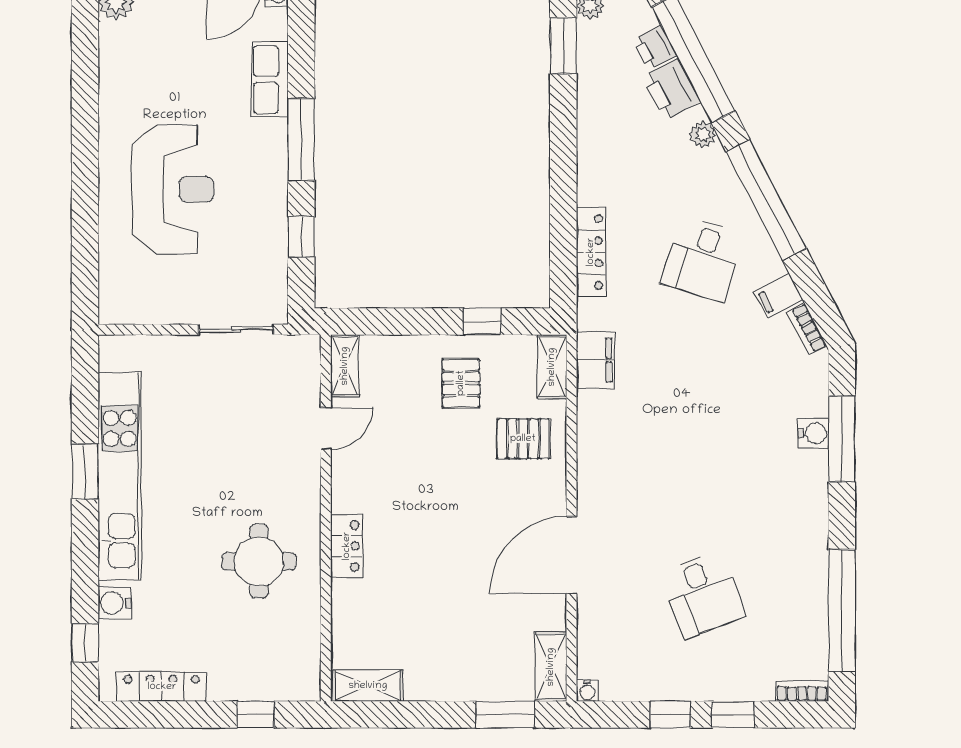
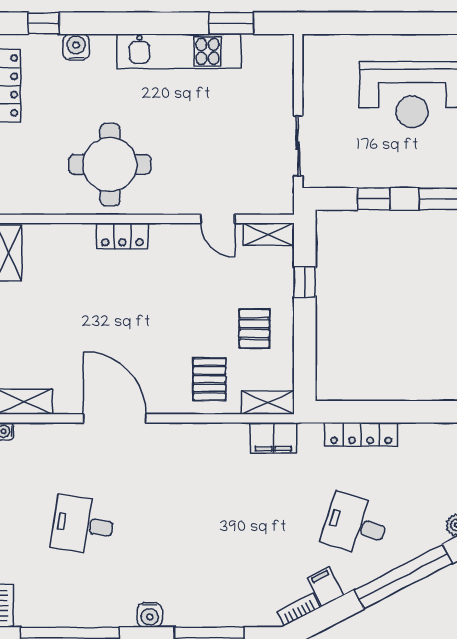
window: (482, 321) -> (305, 282), moved
pallet: (461, 383) -> (254, 329), turned 90
water cooler: (814, 433) -> (150, 615), moved
window: (85, 471) -> (231, 23), moved
kitchen unit: (120, 476) -> (179, 51), width x0.73
round table: (259, 561) -> (110, 165), width x1.36, depth x1.36
desk: (703, 594) -> (83, 525), turned 30

